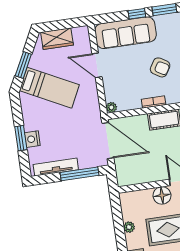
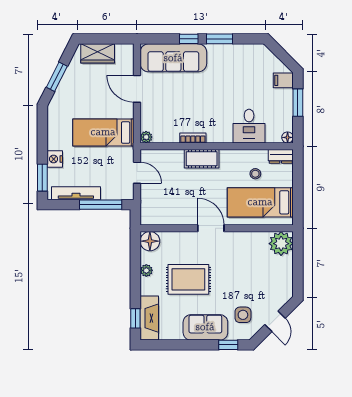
armchair: (160, 67) -> (206, 101), removed
bed: (49, 88) -> (103, 132), moved, turned 153
window: (21, 138) -> (42, 178), moved
door: (108, 141) -> (137, 173), width x0.53
floor lamp: (162, 195) -> (150, 241), moved

